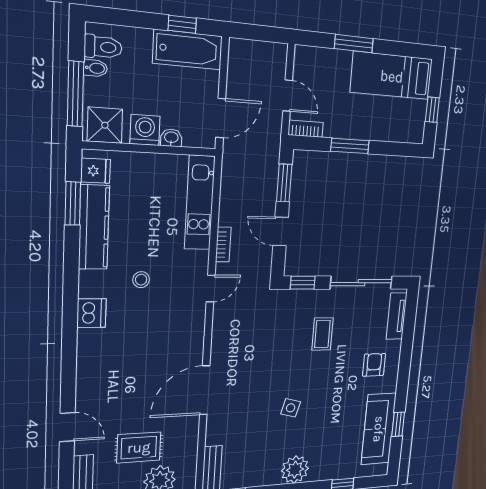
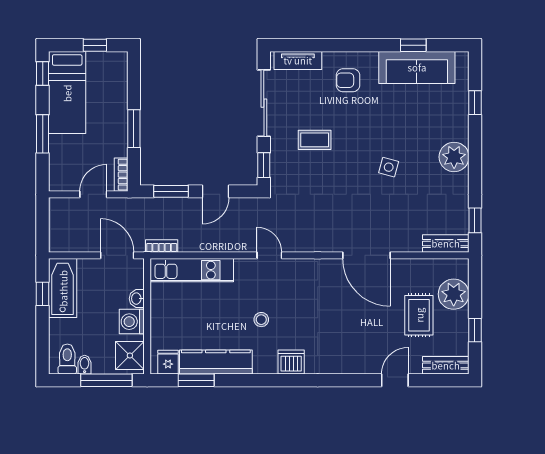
window: (412, 50) -> (43, 73), added
bookcase: (223, 245) -> (162, 246), moved

